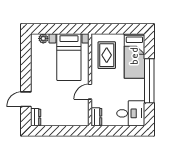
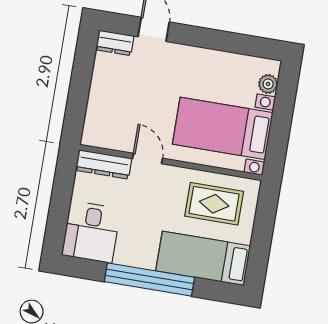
dresser: (96, 117) -> (104, 164), width x1.44

